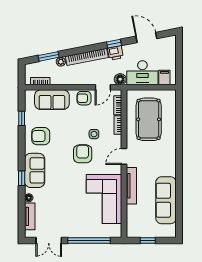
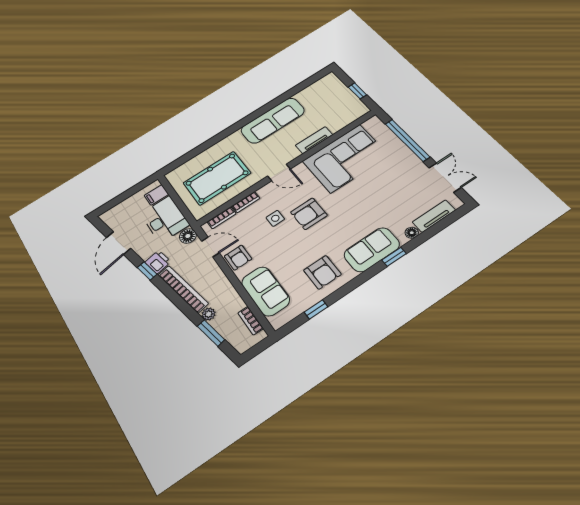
tv unit: (131, 186) -> (314, 140), width x0.71
sofa: (166, 200) -> (273, 120), moved

